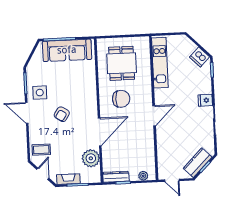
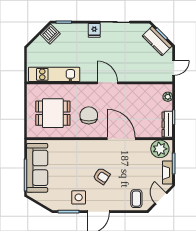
plant: (91, 158) -> (160, 149), moved
door: (43, 174) -> (161, 198), hinge flipped

